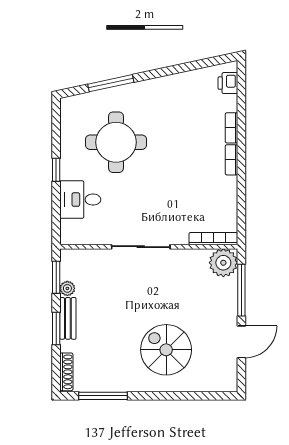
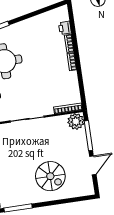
printer: (228, 83) -> (65, 28), moved
spiral stairs: (166, 350) -> (50, 176), turned 180

